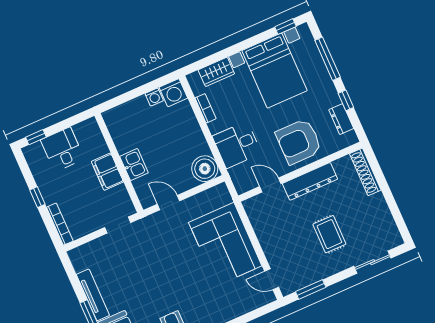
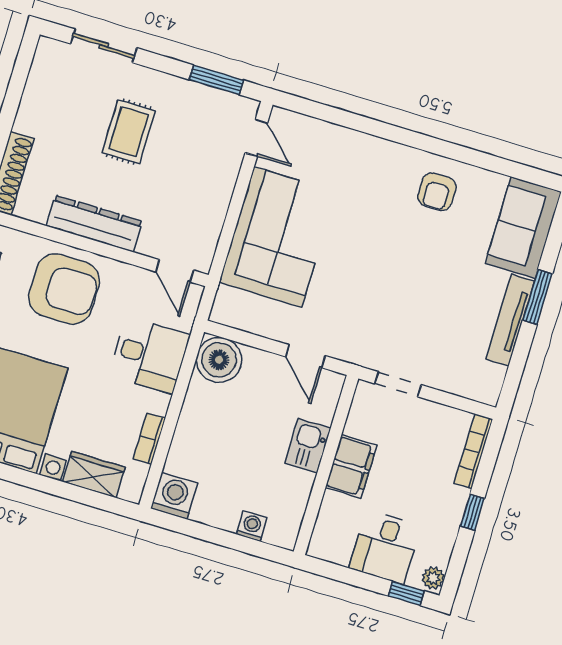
washing machine: (154, 97) -> (252, 526), moved
plant: (30, 154) -> (433, 578), added
door: (270, 185) -> (175, 271), moved

